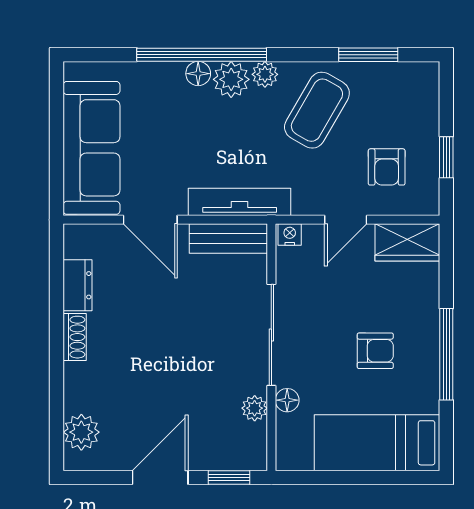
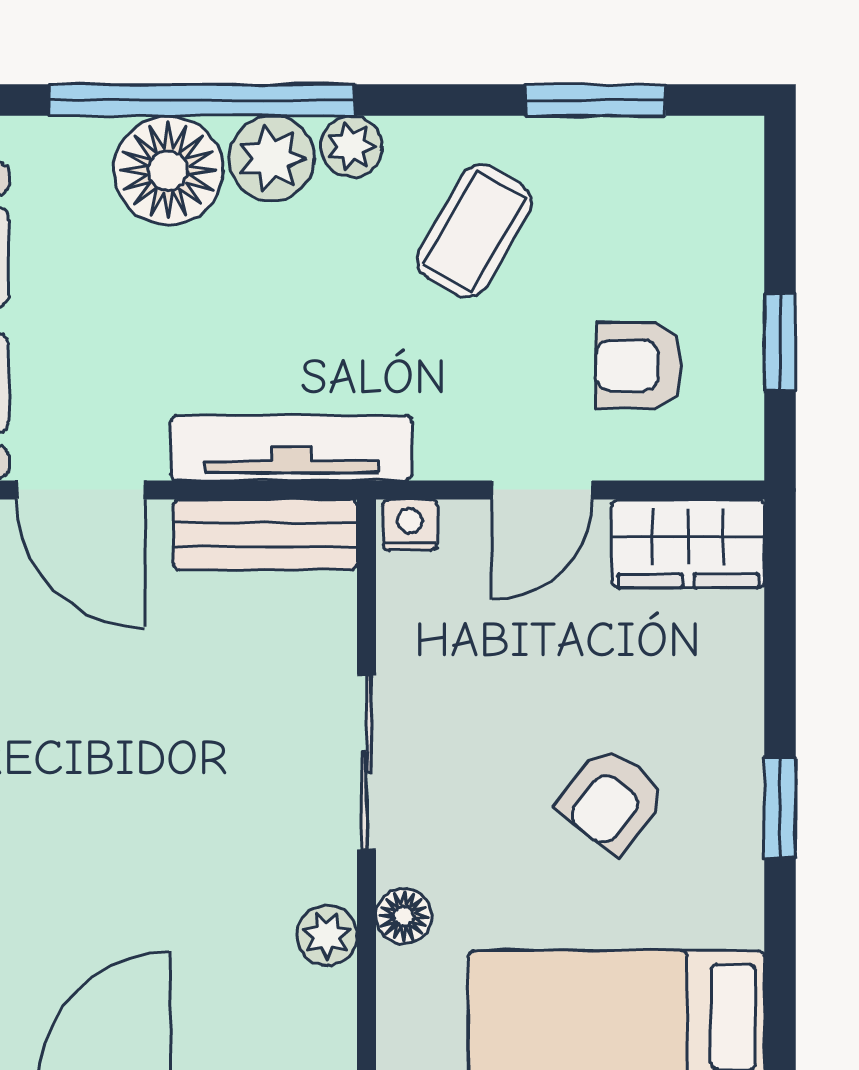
floor lamp: (198, 74) -> (168, 170), width x1.89, depth x1.89
coffee table: (317, 110) -> (474, 231), width x0.73, depth x0.77
armchair: (387, 167) -> (639, 365), turned 90
sliding door: (271, 335) -> (367, 762), width x0.73
armchair: (375, 351) -> (612, 800), turned 128
window: (446, 354) -> (780, 808), width x0.46

